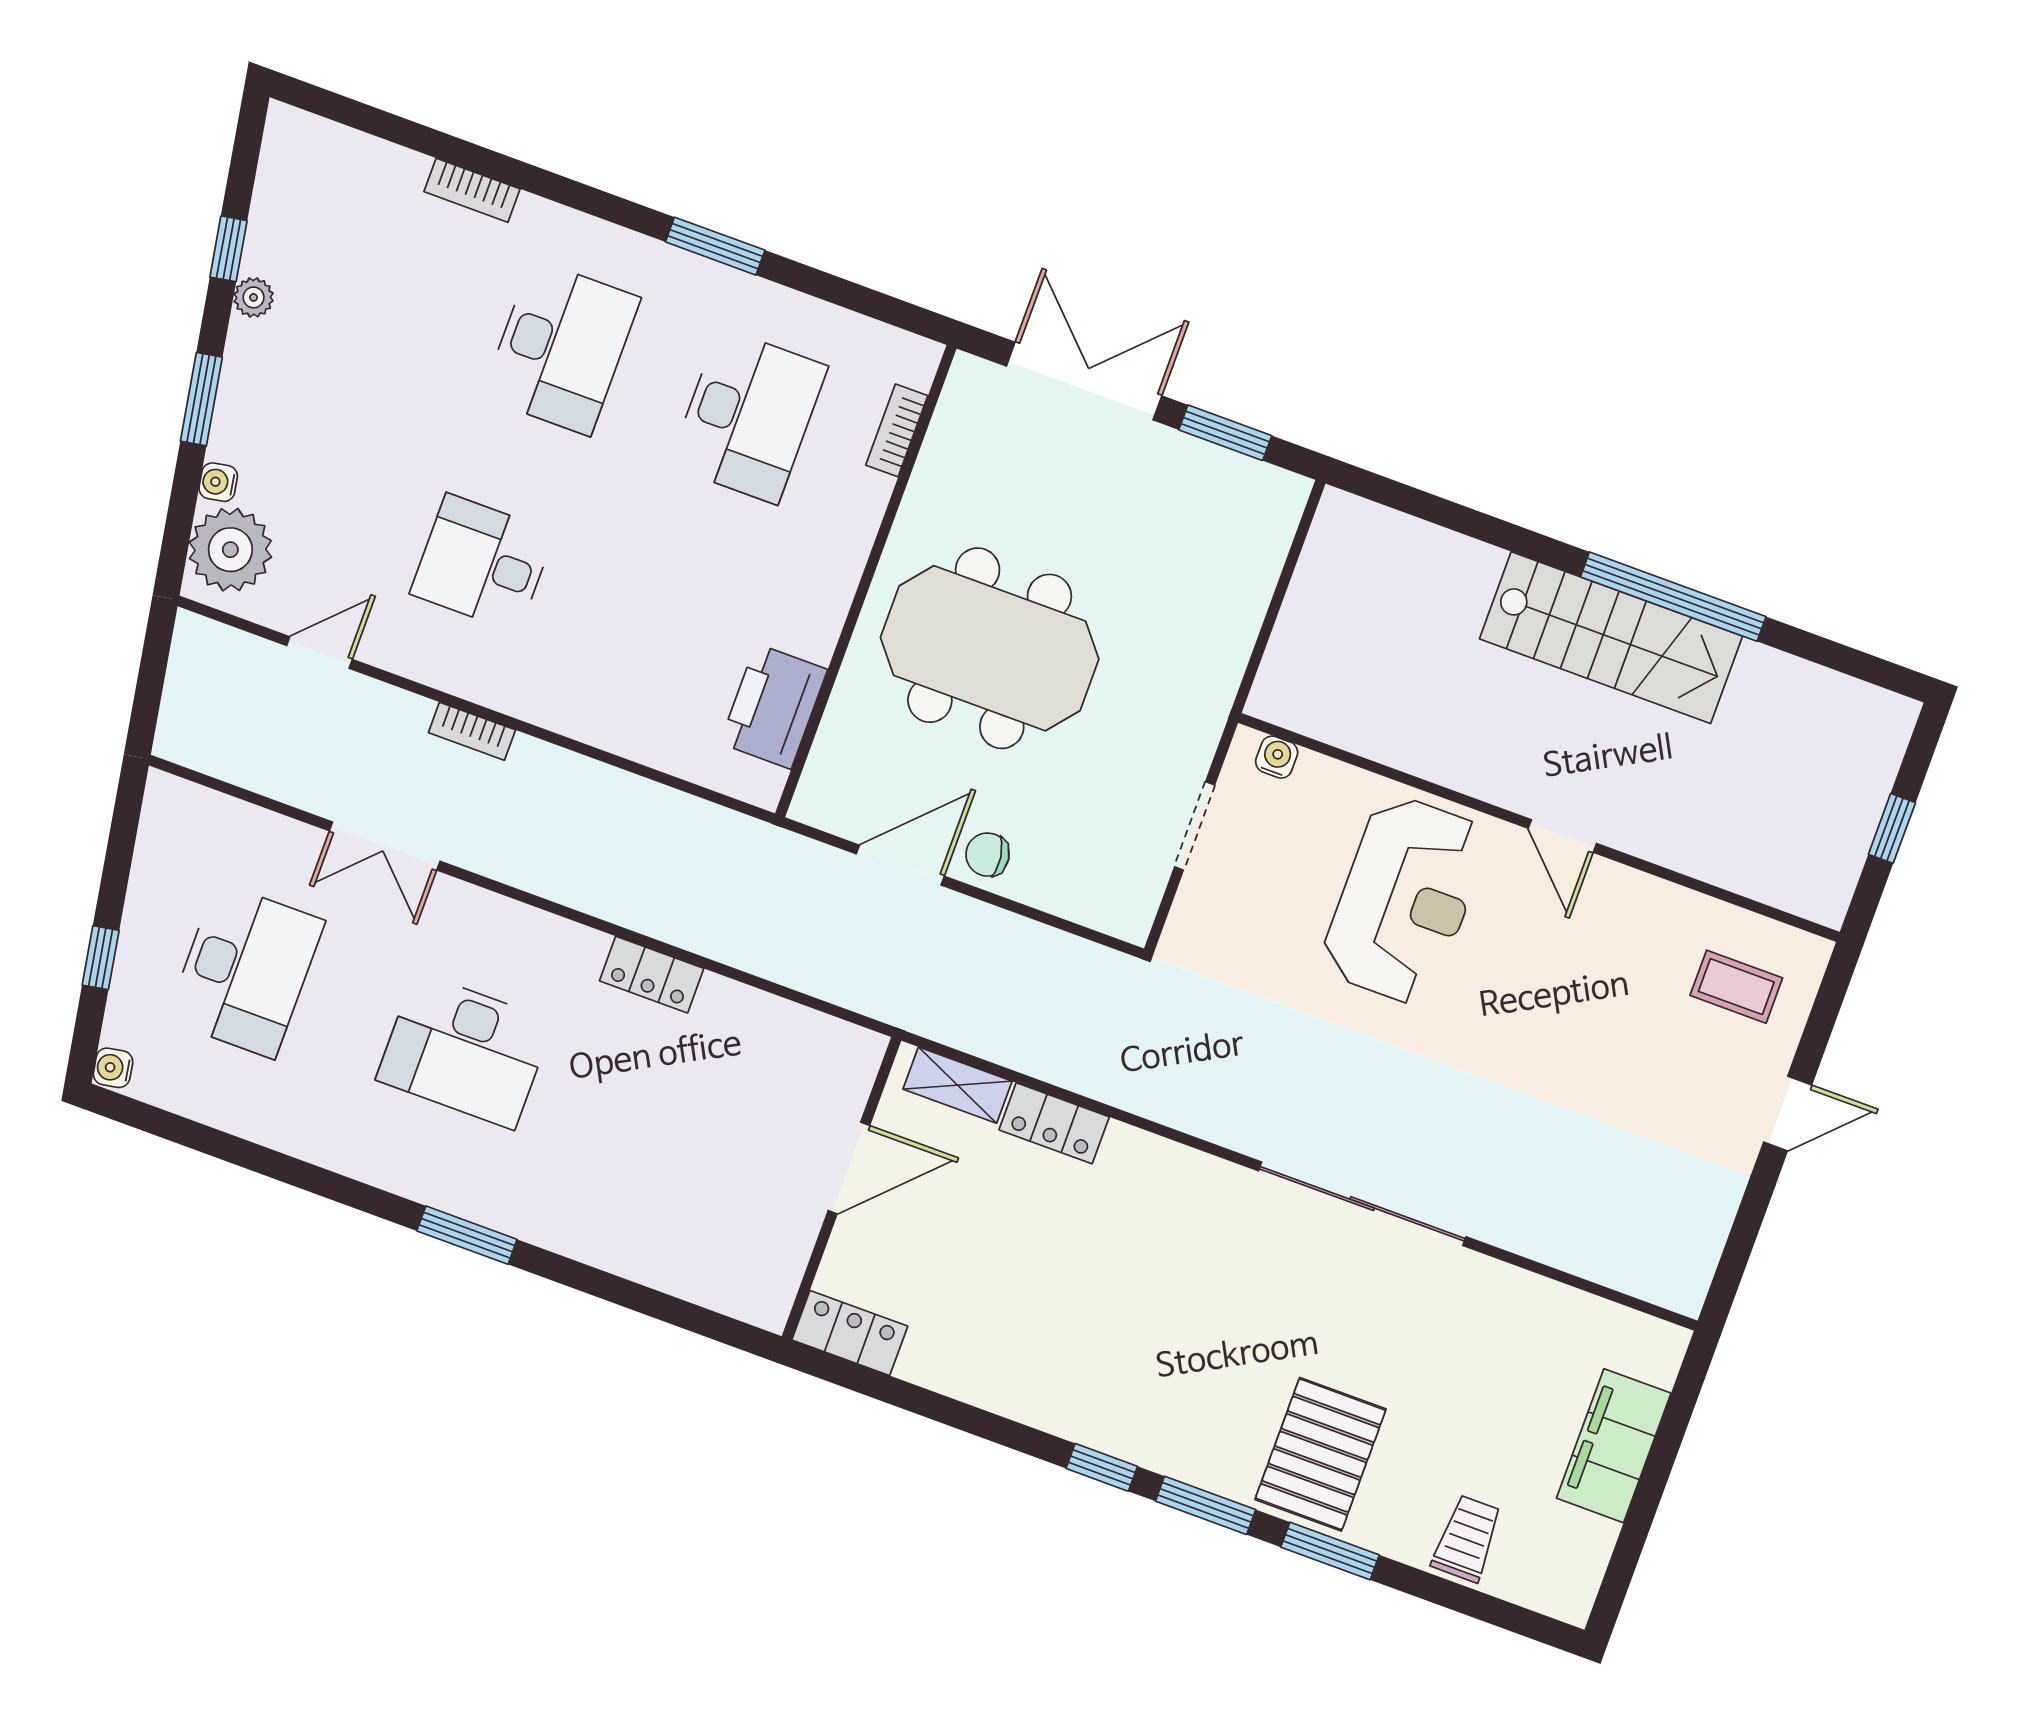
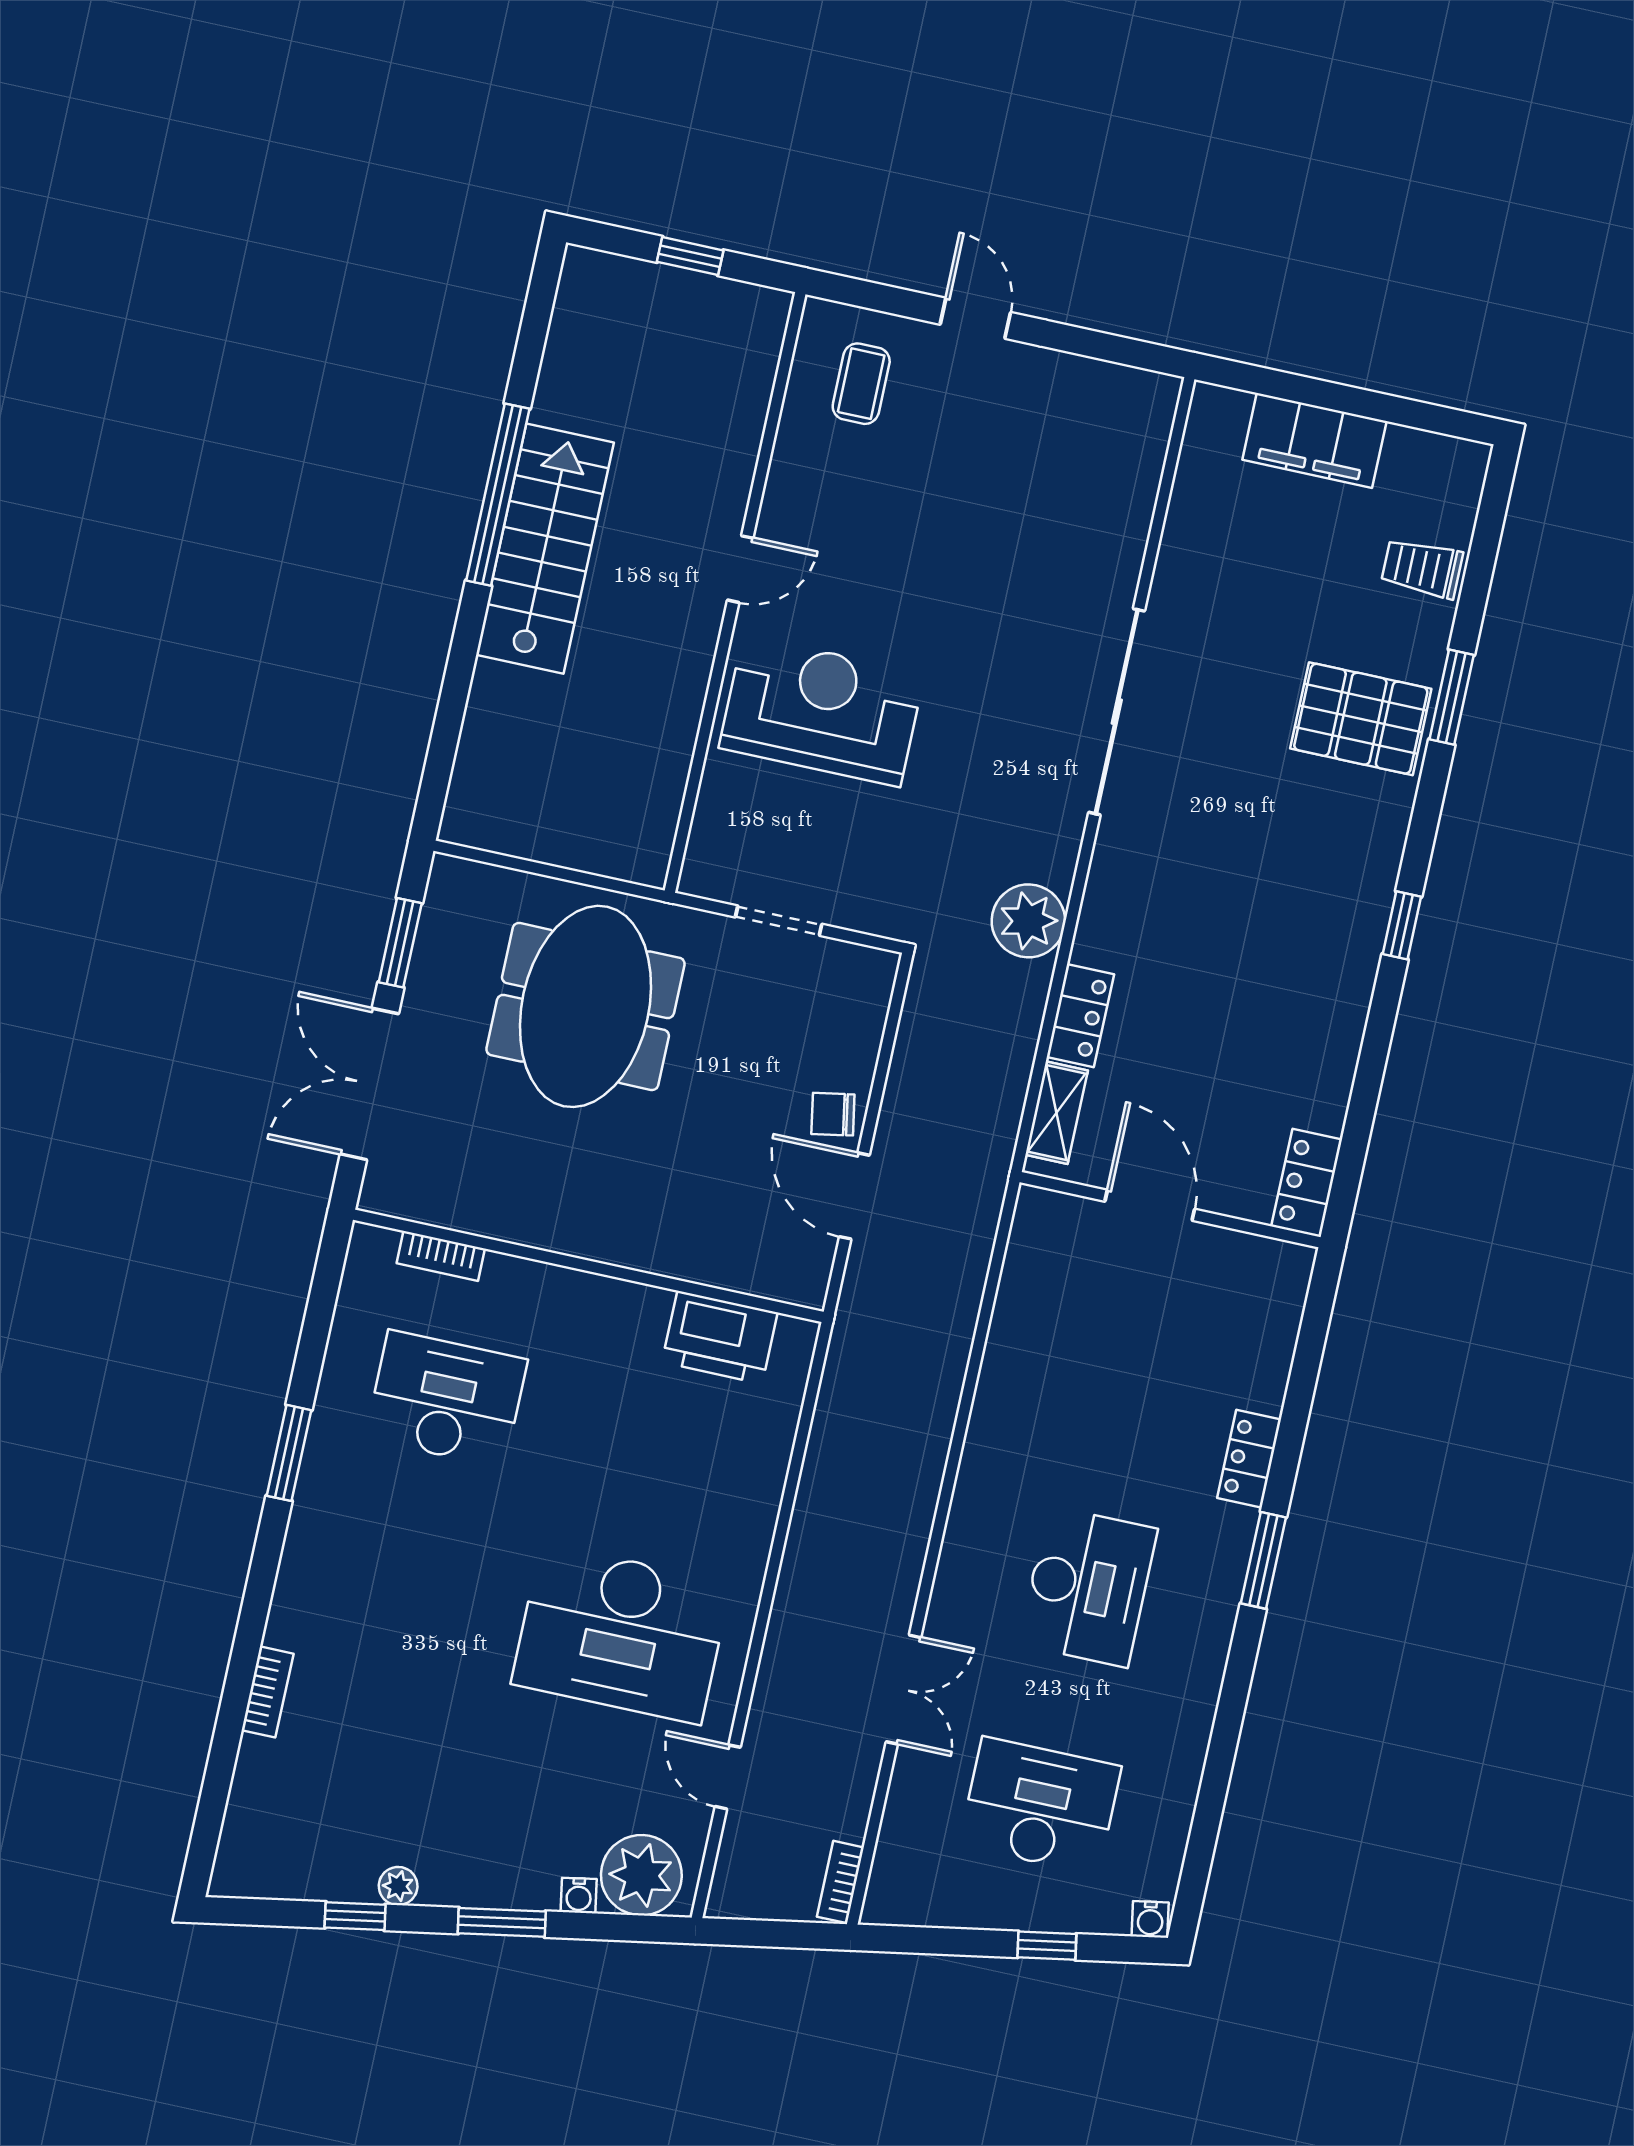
desk: (561, 347) -> (405, 1586), removed
desk: (482, 563) -> (621, 1633), width x1.87, depth x1.30
meeting table: (990, 648) -> (585, 1006), moved
bookcase: (472, 731) -> (840, 1882), moved, turned 180
water cooler: (1277, 757) -> (702, 851), removed
chair: (988, 855) -> (833, 1114), turned 88
locker: (652, 975) -> (1249, 1459), moved, turned 180
plant: (1159, 1083) -> (1028, 921), added
window: (1206, 1505) -> (1425, 822), removed

